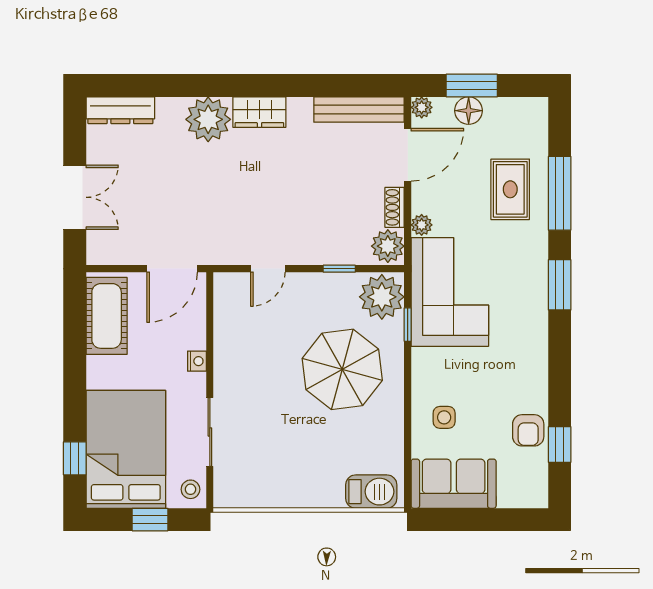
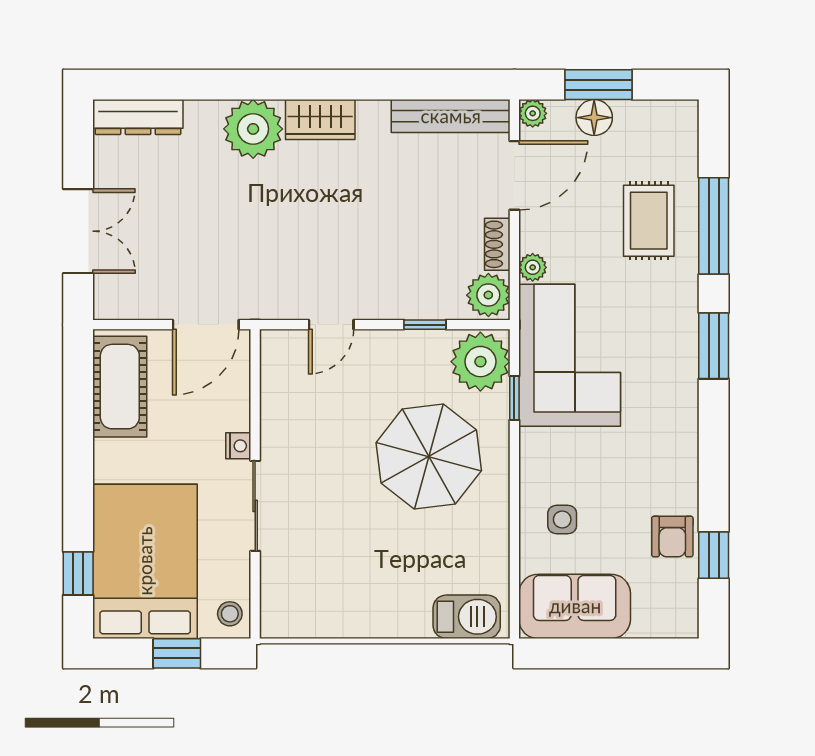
sliding door: (210, 432) -> (255, 506), moved

